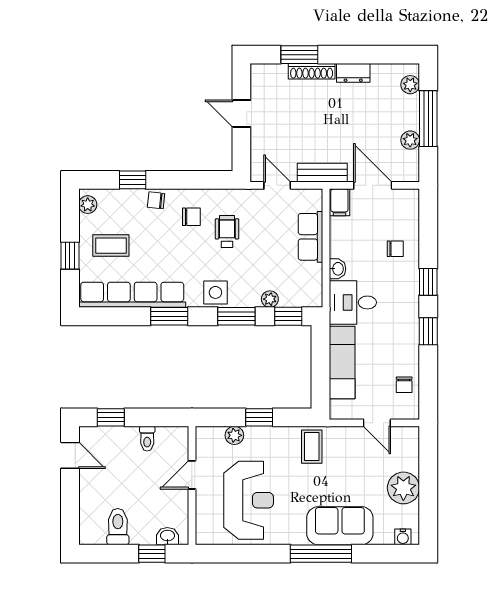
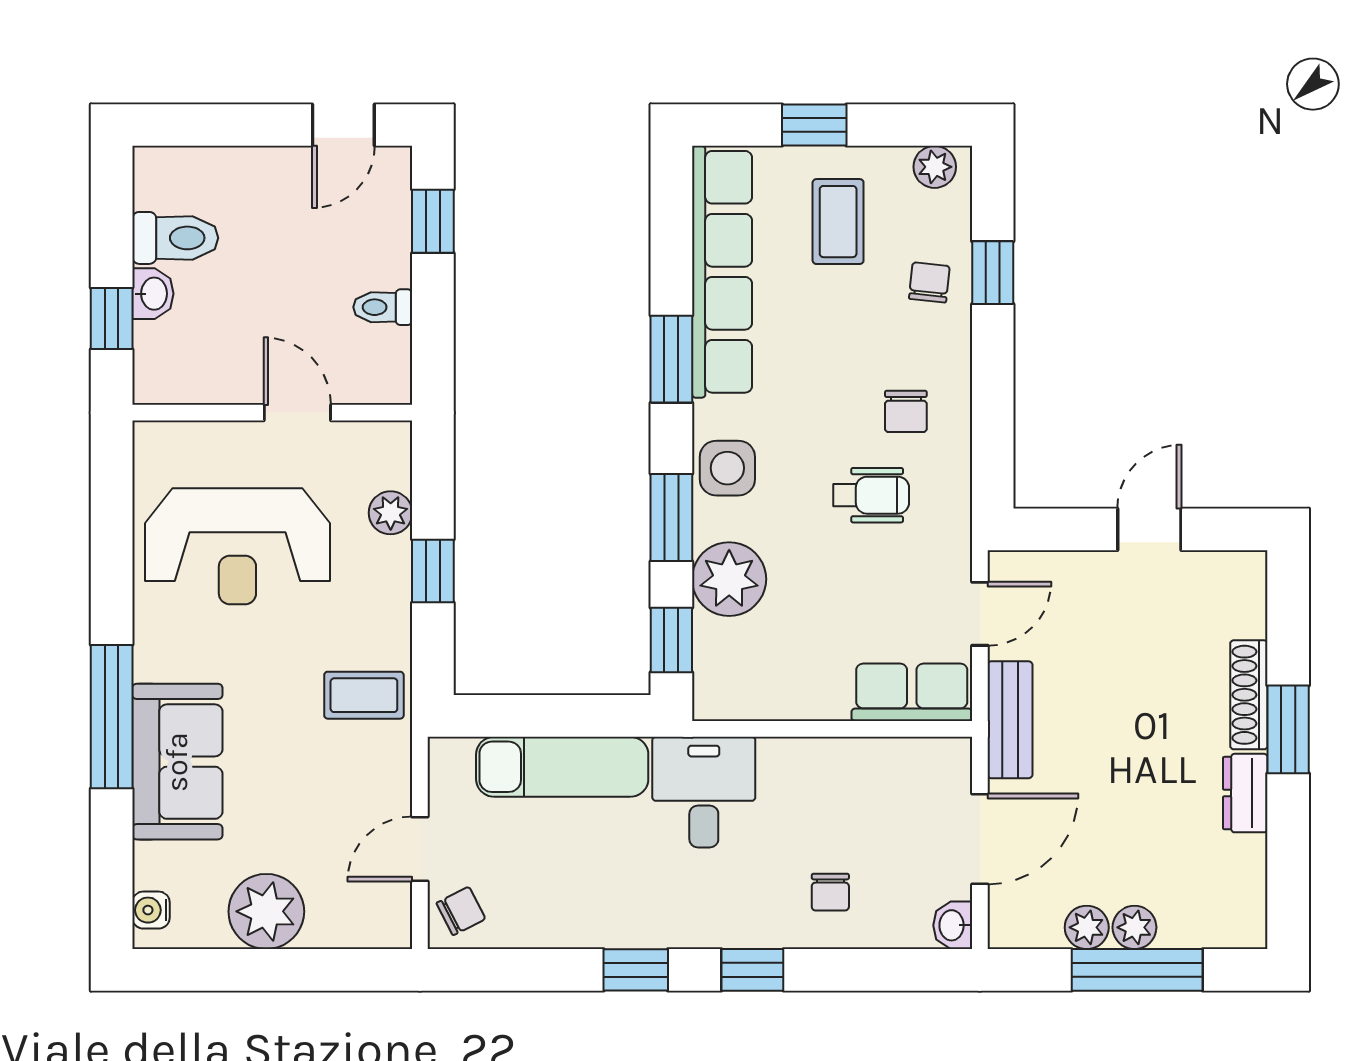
window: (299, 55) -> (1288, 729), moved
plant: (410, 85) -> (1134, 927), moved
chair: (156, 200) -> (929, 282), moved
filing cabinet: (339, 202) -> (940, 761), removed
row of seats: (311, 237) -> (912, 692), moved
washbasin: (338, 269) -> (953, 925), moved, turned 90
plant: (270, 299) -> (729, 579), width x1.88, depth x1.88
chair: (404, 385) -> (461, 911), moved, turned 153
washbasin: (167, 536) -> (153, 294), moved

